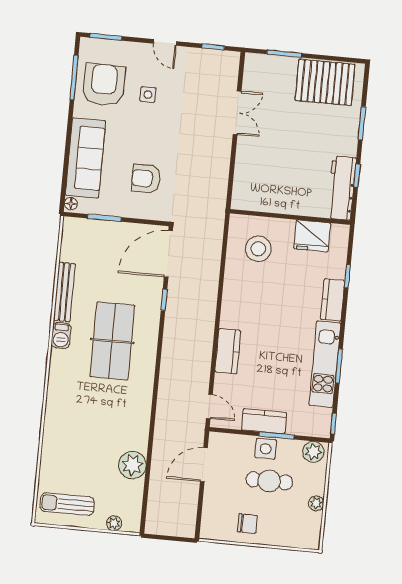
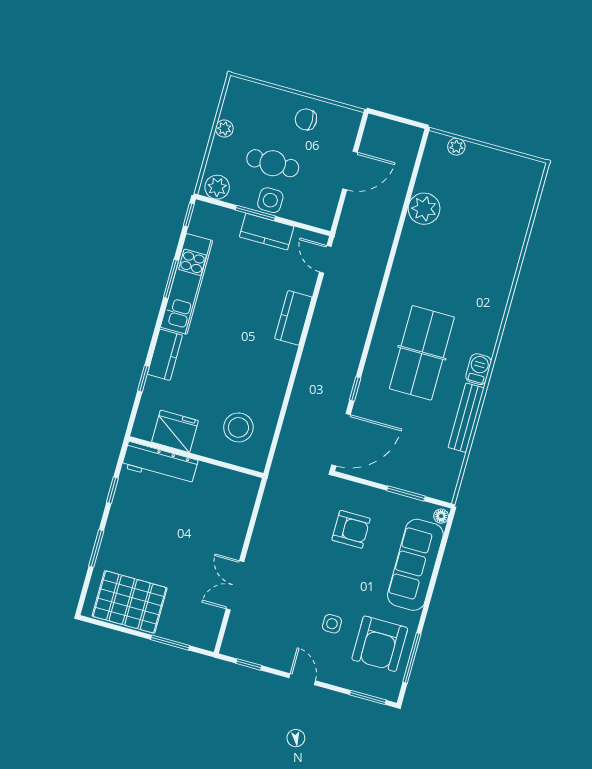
workbench: (342, 188) -> (160, 464), moved, turned 90
door: (204, 465) -> (350, 171), moved
sun lounger: (67, 504) -> (506, 178), removed

